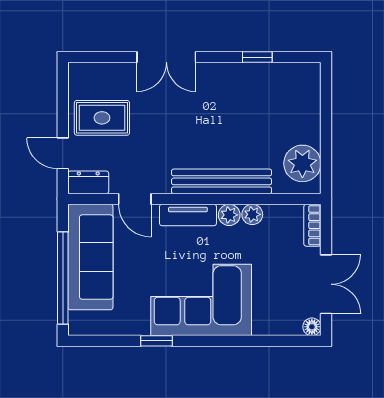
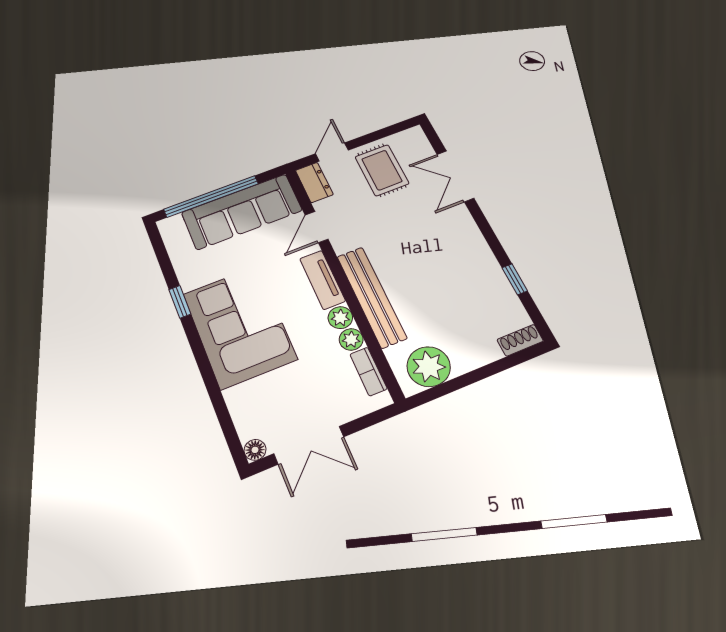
double door: (166, 57) -> (455, 176), moved
shoe rack: (312, 80) -> (520, 340), added
bookcase: (312, 225) -> (368, 371), moved, turned -90

